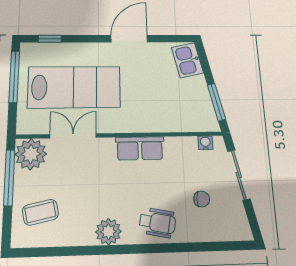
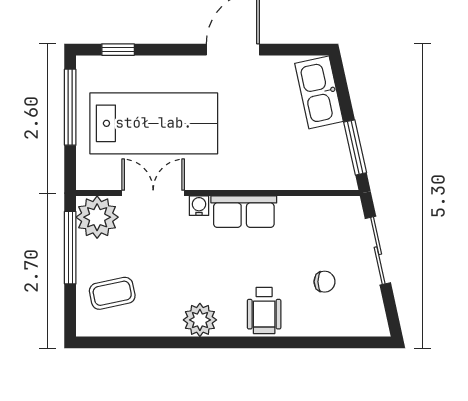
kitchen sink: (187, 60) -> (319, 92), width x1.38
water cooler: (205, 143) -> (199, 206), moved
wheelchair: (157, 223) -> (264, 310), turned 79

